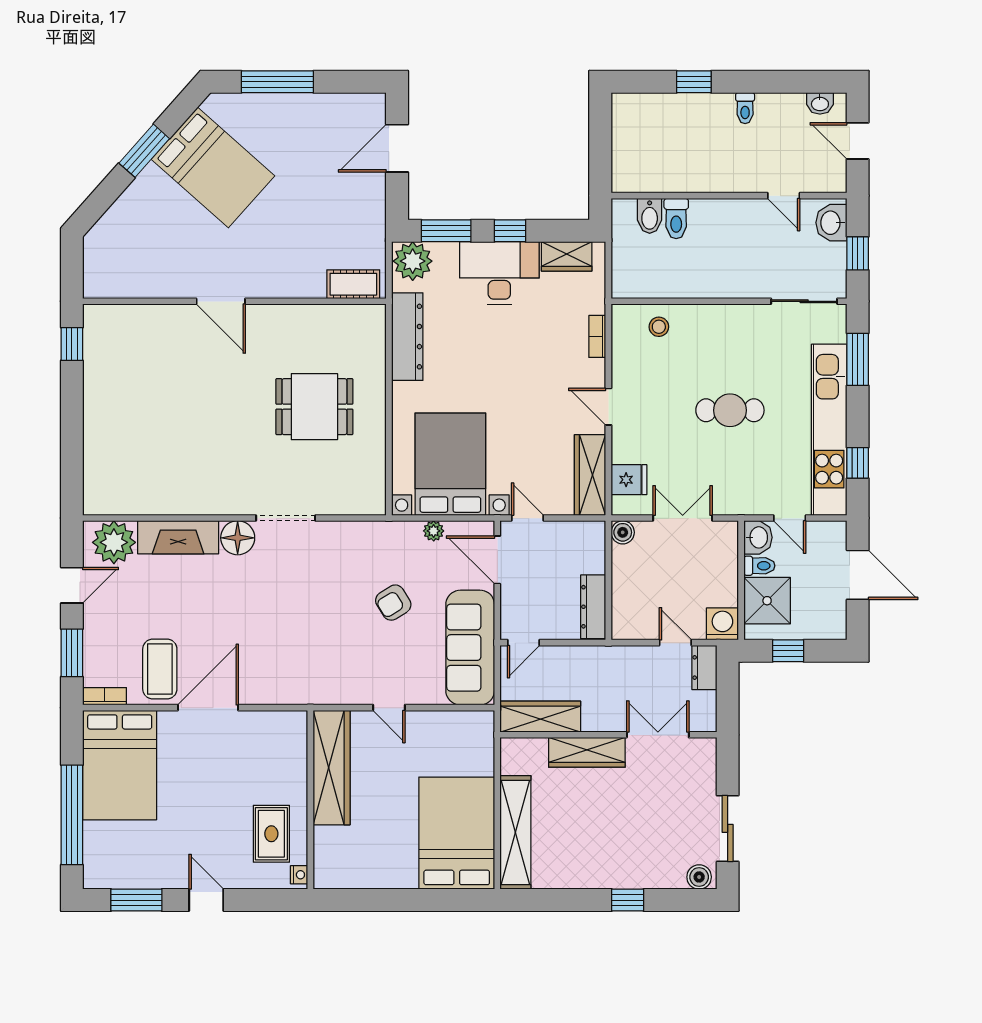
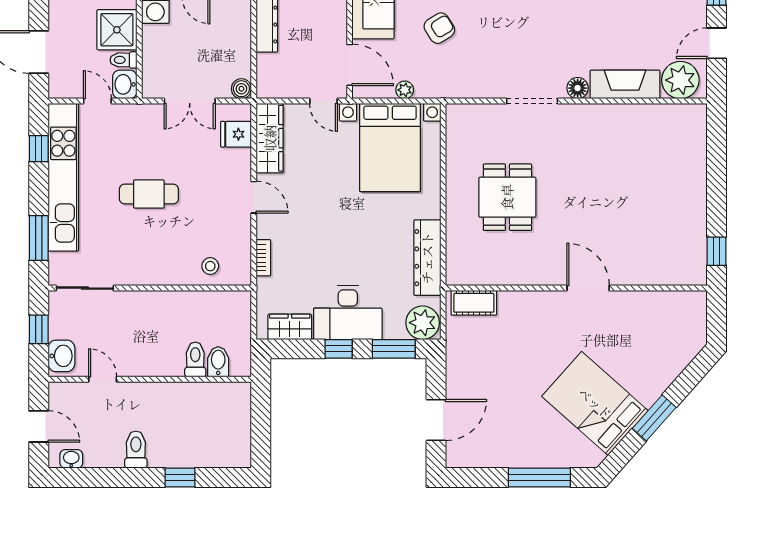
toilet: (745, 108) -> (136, 450), width x1.37, depth x1.39
dining table: (314, 407) -> (507, 197), turned 90
floor lamp: (238, 538) -> (578, 88), width x0.73, depth x0.73

